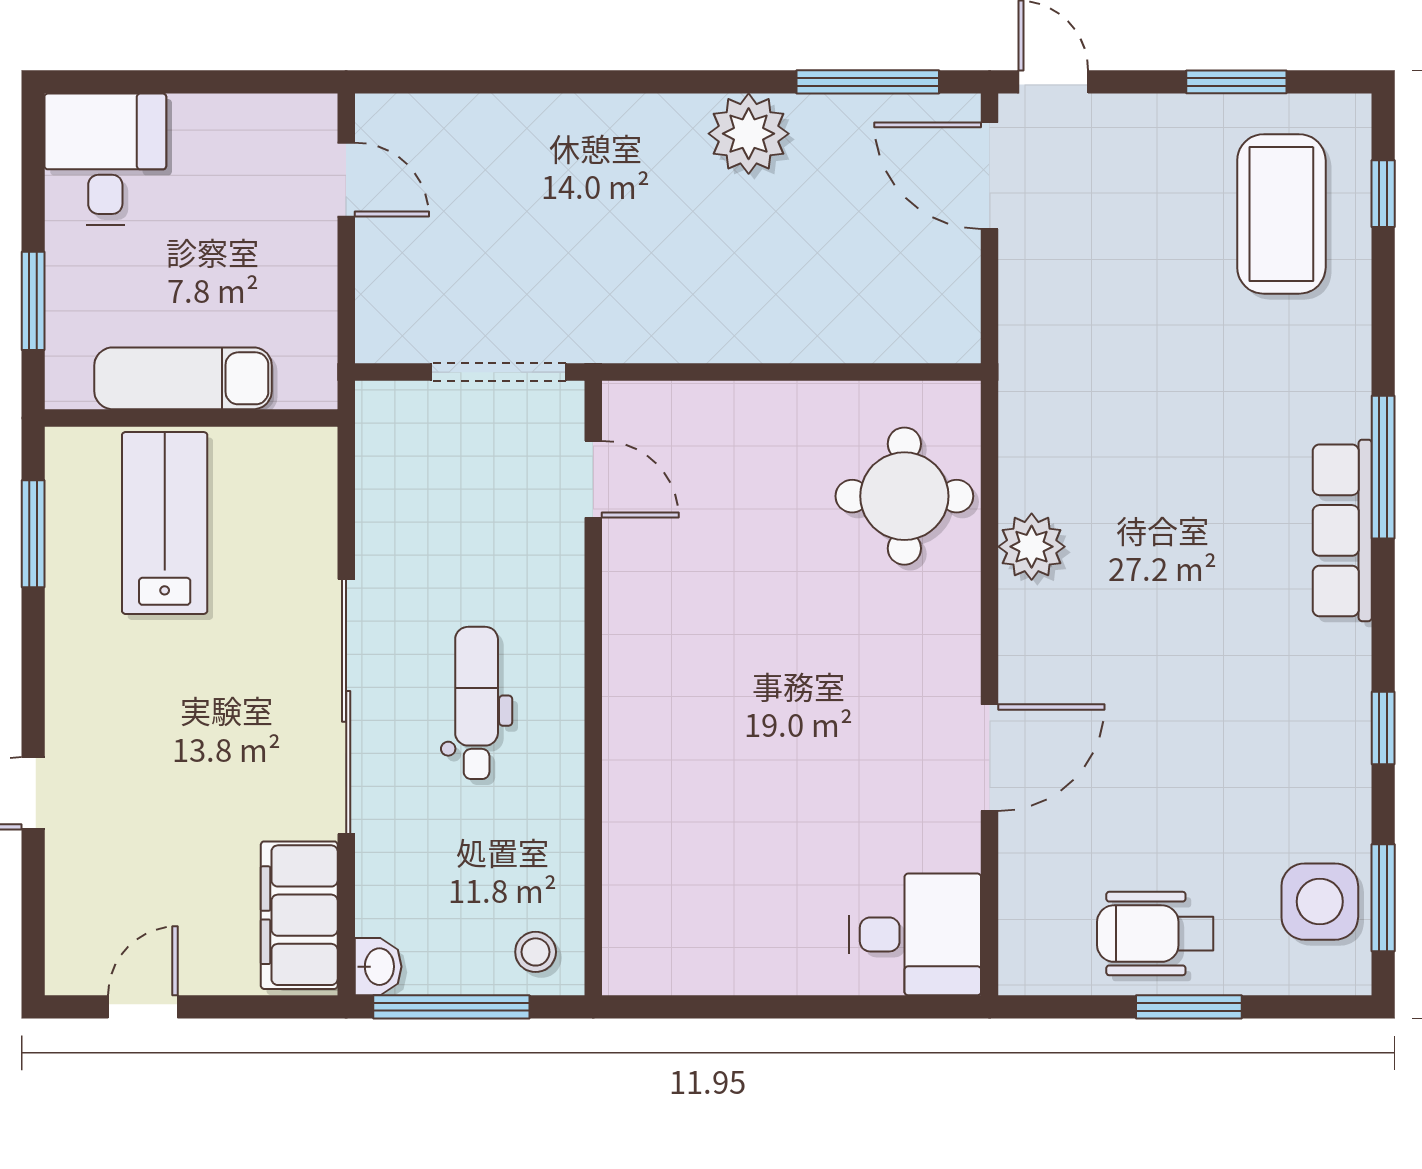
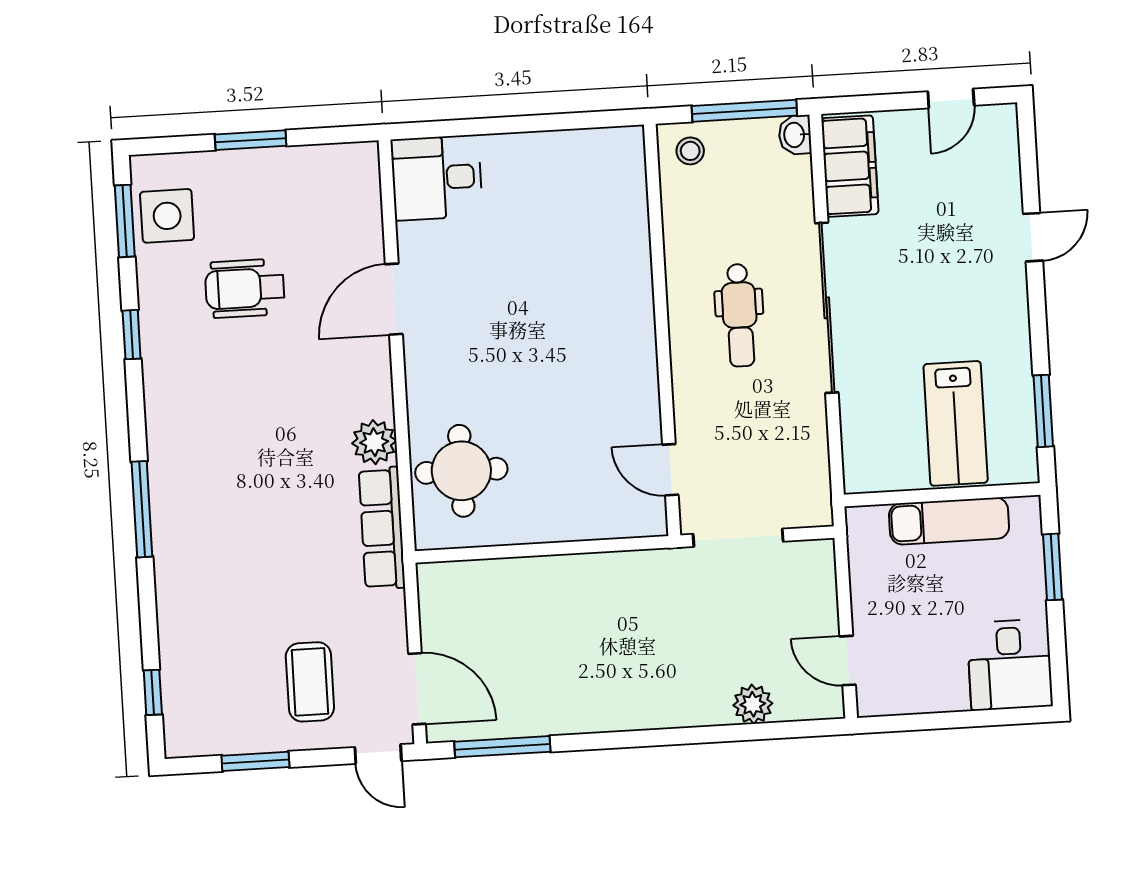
plant: (749, 134) -> (753, 704), moved, width x0.73, depth x0.73
coffee table: (1281, 214) -> (310, 682), moved, width x0.73, depth x0.76
row of seats: (1342, 530) -> (382, 528), moved, turned 180
wheelchair: (1155, 934) -> (245, 288), moved, turned 180

